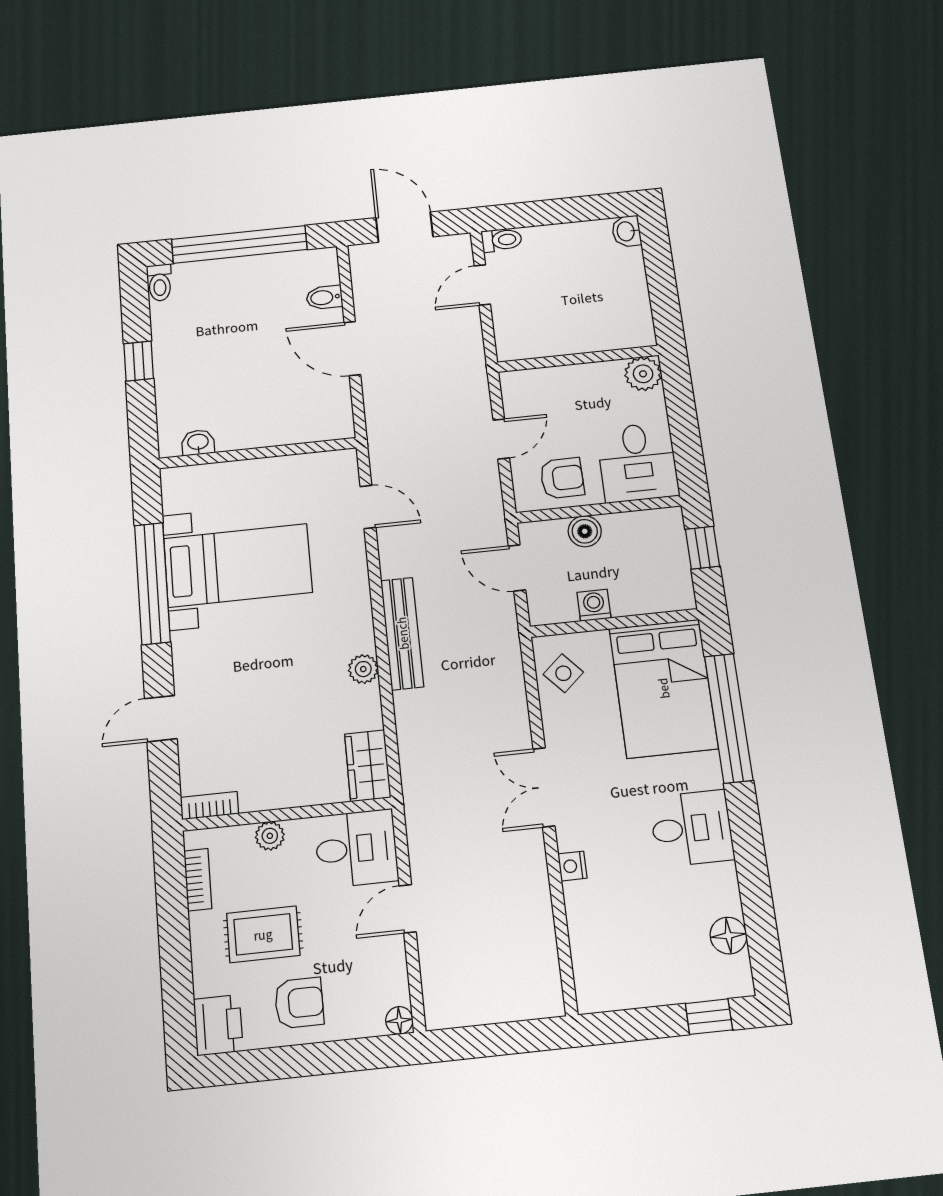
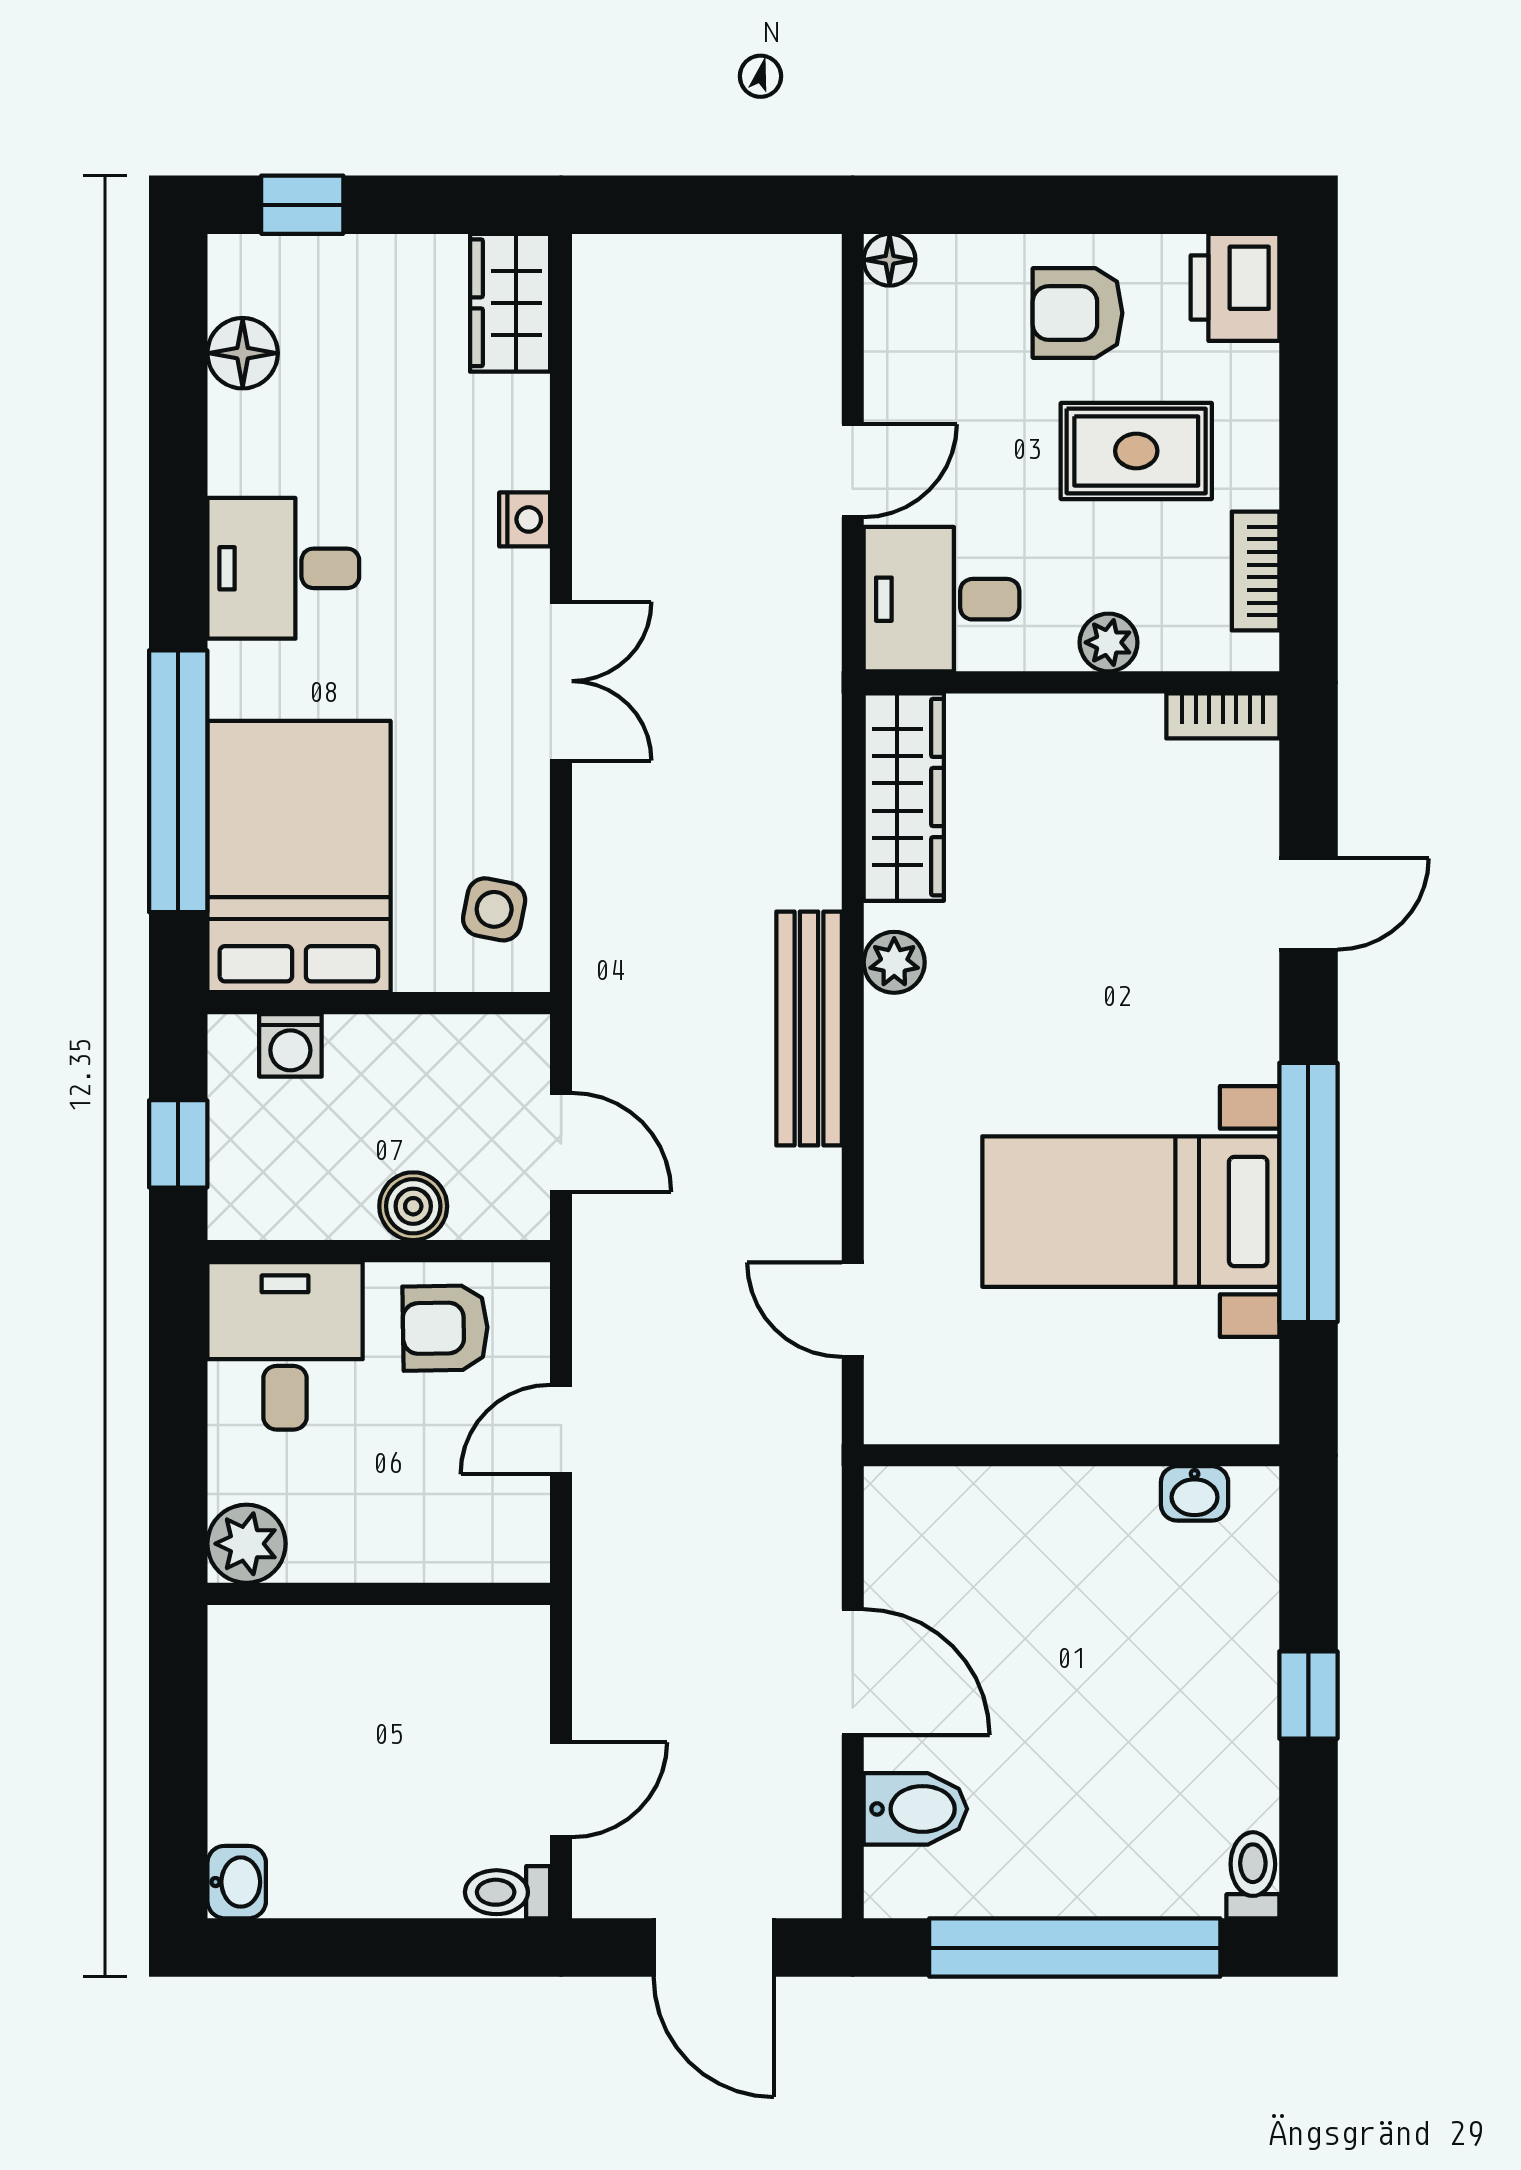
bidet: (324, 297) -> (915, 1809), width x1.38, depth x1.36
washing machine: (594, 605) -> (290, 1045), moved
side table: (563, 673) -> (494, 909), turned -37
wardrobe: (368, 766) -> (904, 797), width x1.50
wardrobe: (594, 977) -> (510, 303), added

